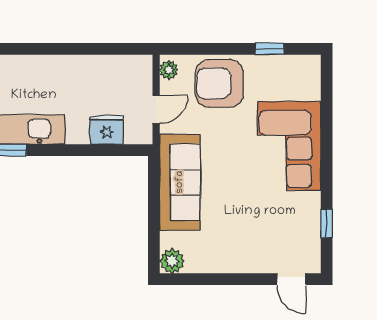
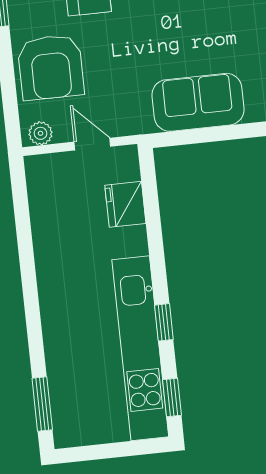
sofa: (180, 182) -> (198, 102), width x0.73

